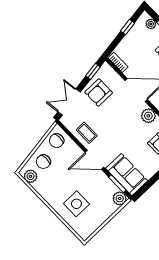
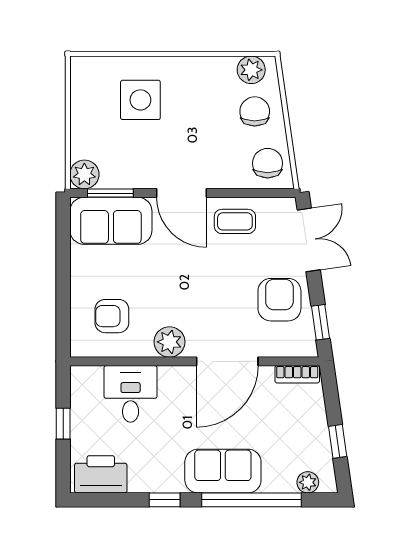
door: (94, 160) -> (182, 193), swing flipped

